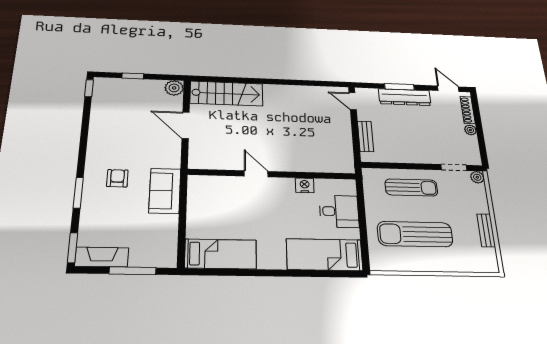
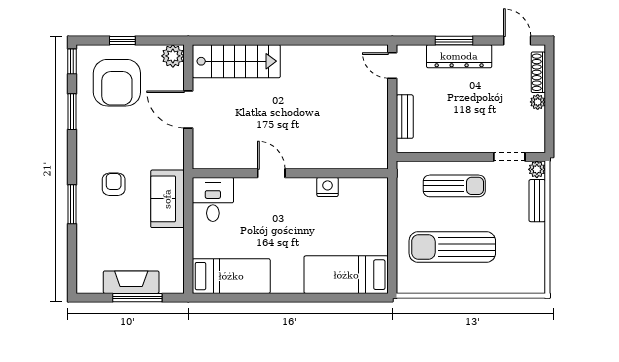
armchair: (126, 104) -> (117, 83), added
desk: (339, 211) -> (213, 199), moved, turned -90
bench: (486, 230) -> (537, 201), moved
window: (72, 248) -> (72, 112), moved
fireplace: (102, 257) -> (131, 282), moved

